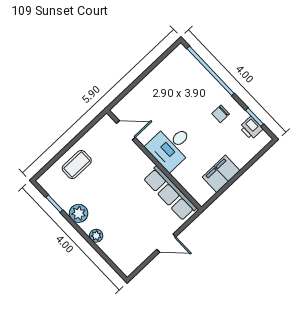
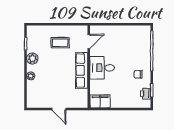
door: (126, 130) -> (89, 41), hinge flipped
coffee table: (77, 165) -> (60, 43), moved
filing cabinet: (221, 174) -> (100, 101), moved
row of seats: (170, 193) -> (82, 70), moved

